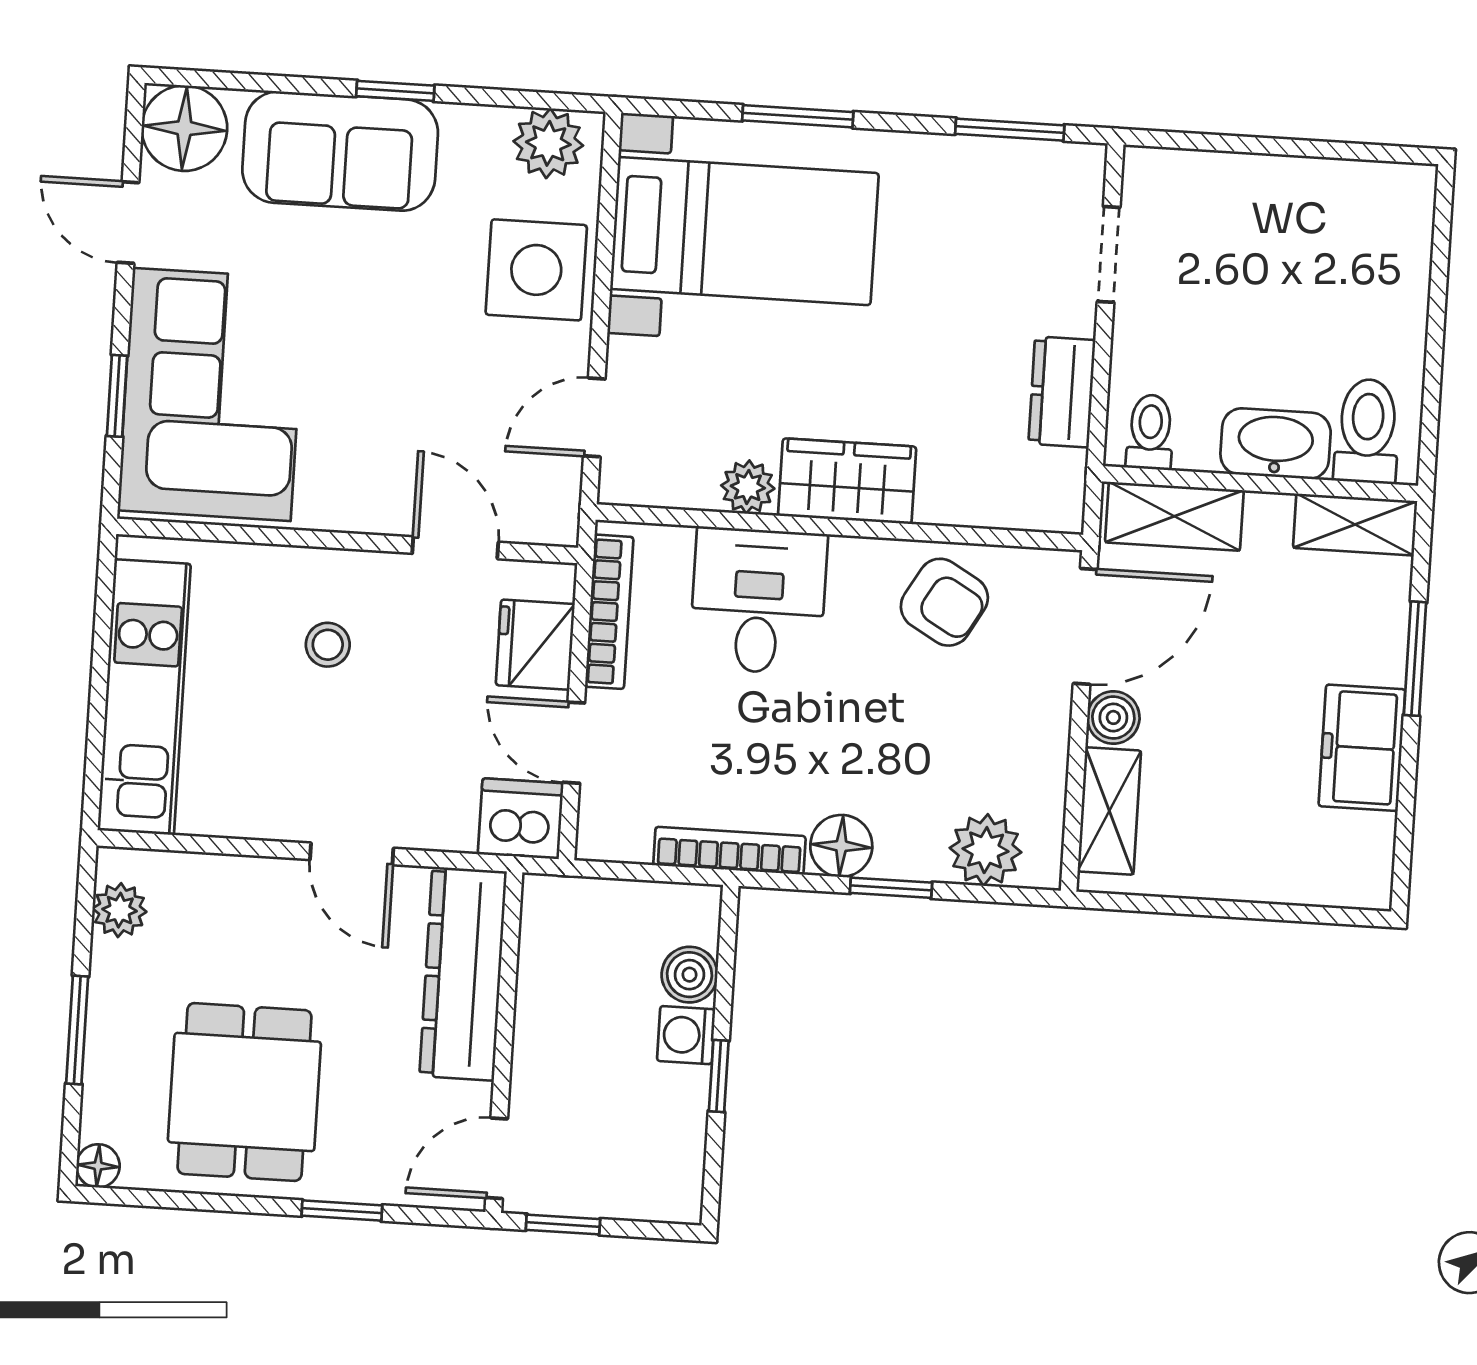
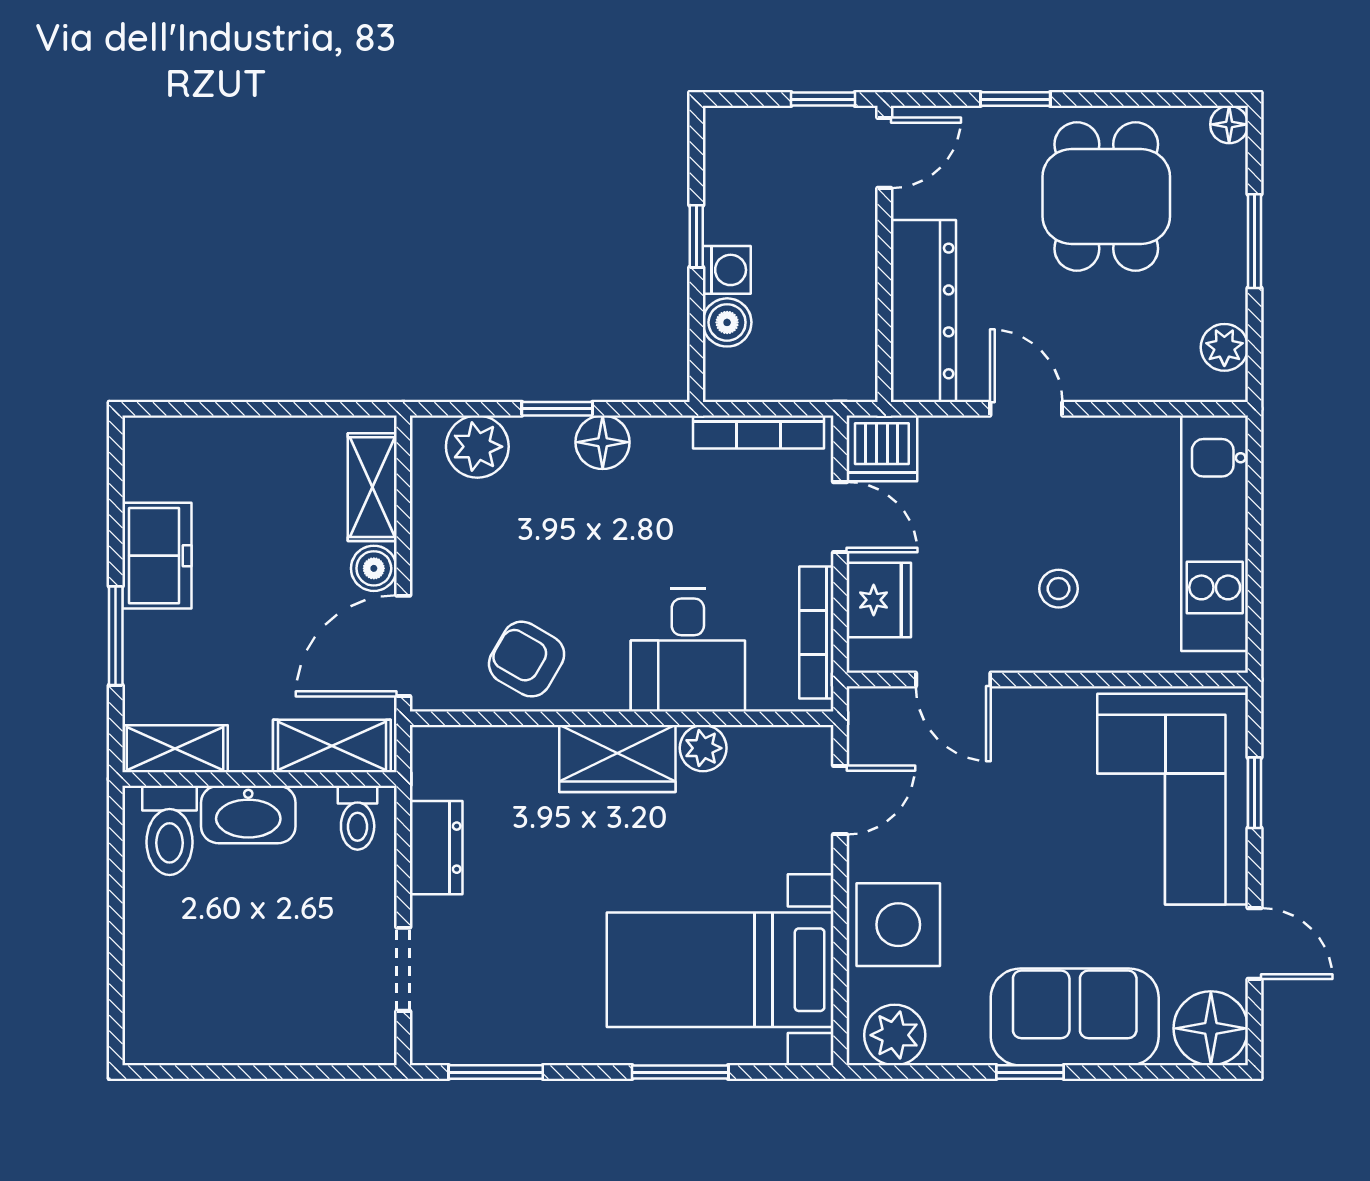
bookcase: (729, 851) -> (758, 432), moved

